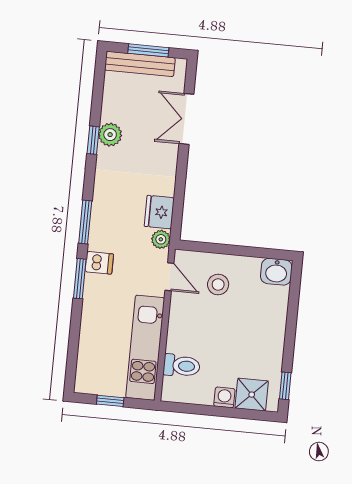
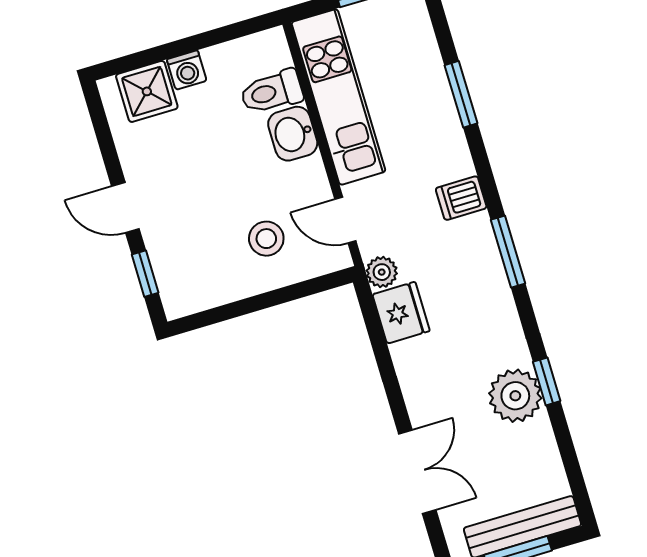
plant: (110, 135) -> (515, 396), width x1.36, depth x1.36
washbasin: (276, 272) -> (293, 134), moved, turned -90
window: (80, 279) -> (461, 94), moved
door: (290, 334) -> (125, 208), added
window: (285, 386) -> (145, 274), moved

